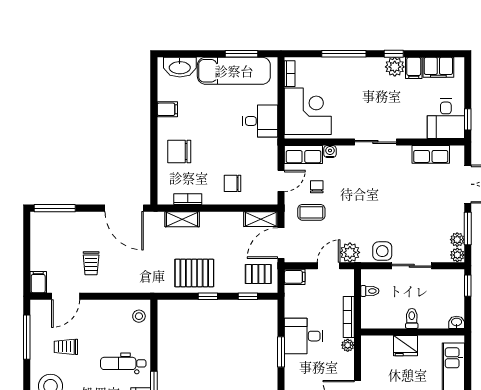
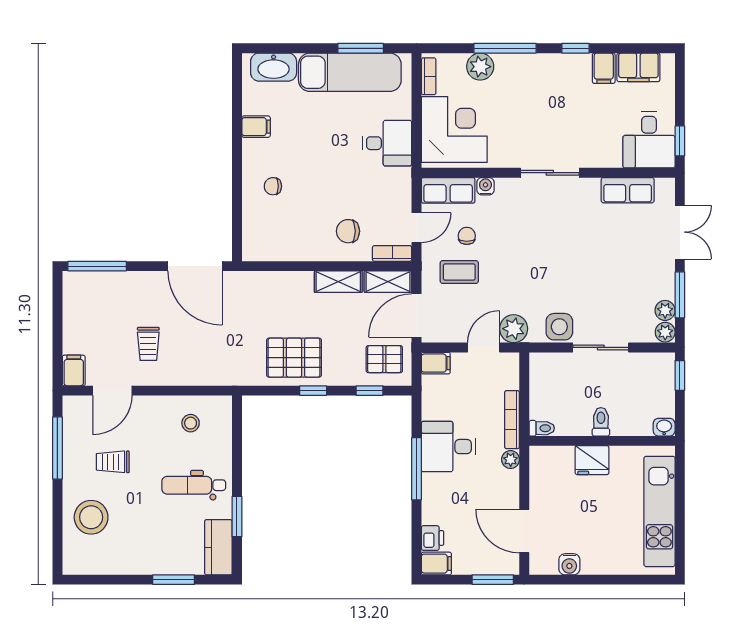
plant: (395, 67) -> (480, 67), moved
chair: (179, 152) -> (273, 186), width x0.54, depth x0.54
bookcase: (188, 199) -> (392, 253), moved
shelving: (182, 219) -> (338, 282), moved
toilet: (370, 291) -> (542, 428), moved
stool: (139, 316) -> (191, 423), moved
window: (281, 352) -> (417, 469), width x1.44

